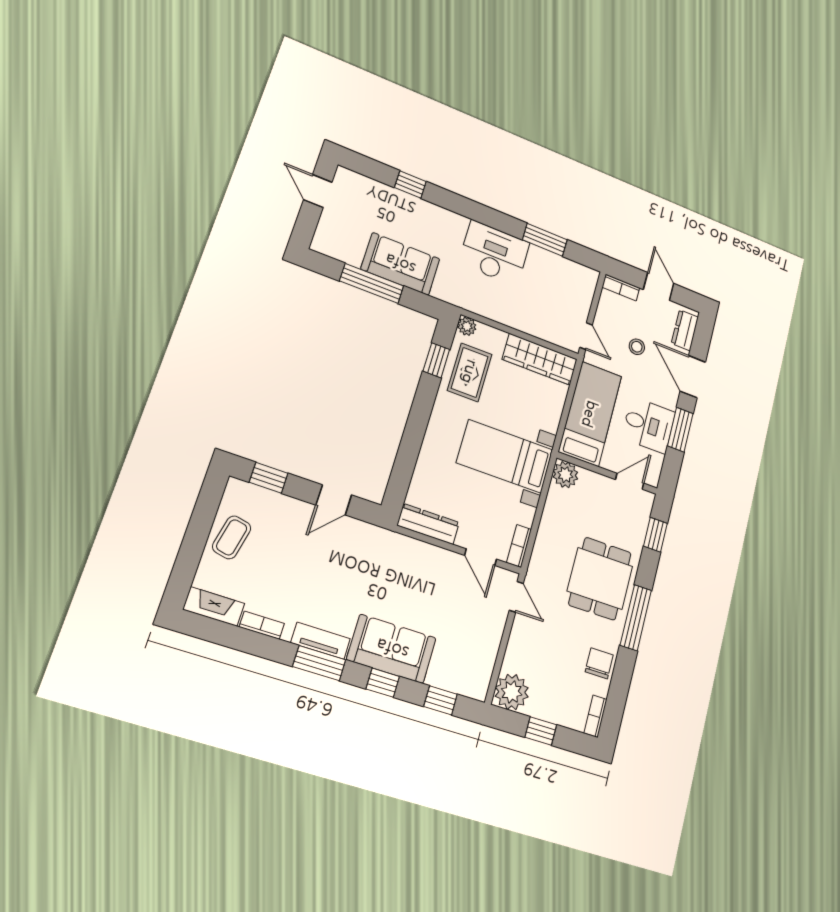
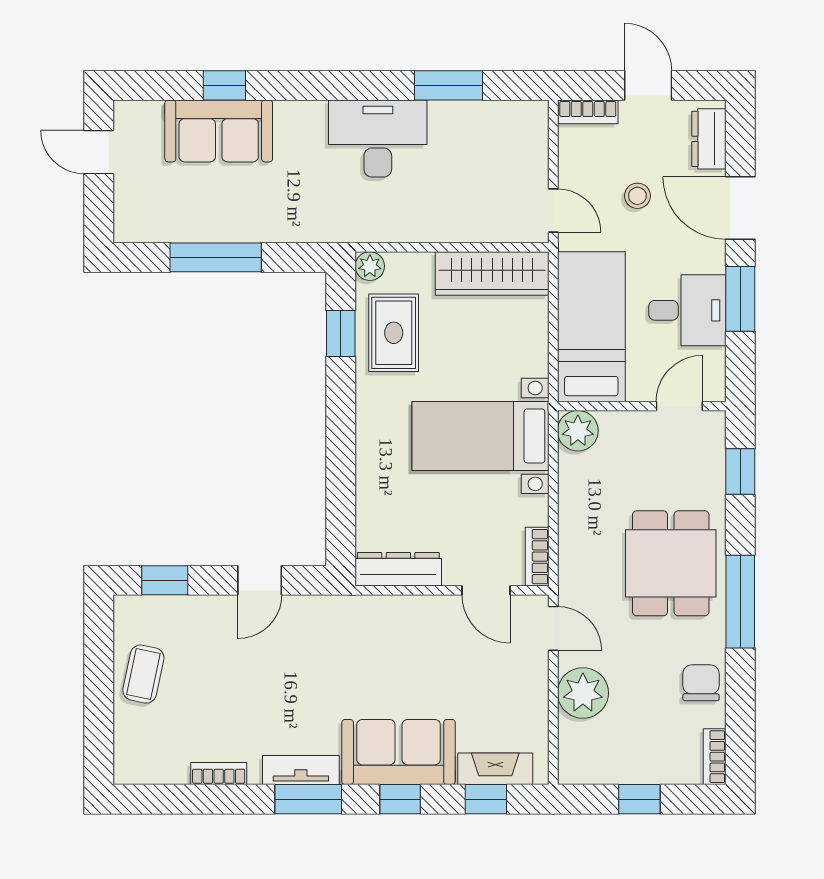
sofa: (400, 264) -> (219, 131), moved, turned 180
fireplace: (214, 606) -> (495, 769), moved
plant: (512, 692) -> (583, 693), moved

